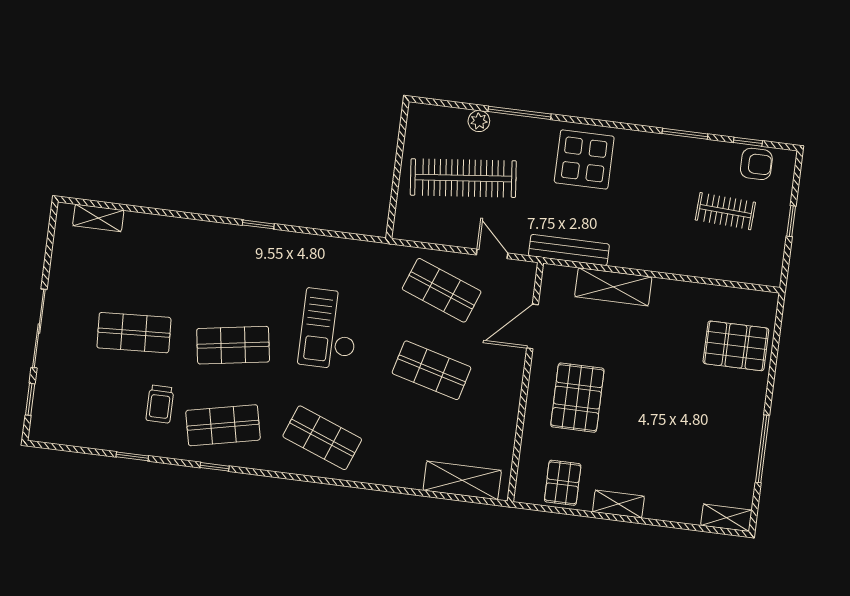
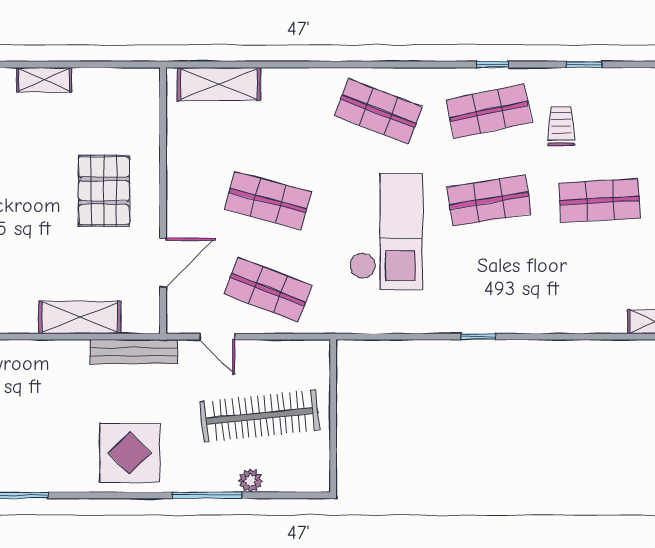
checkout: (329, 329) -> (386, 232), width x1.36, depth x1.21
pallet: (563, 483) -> (108, 95), removed

